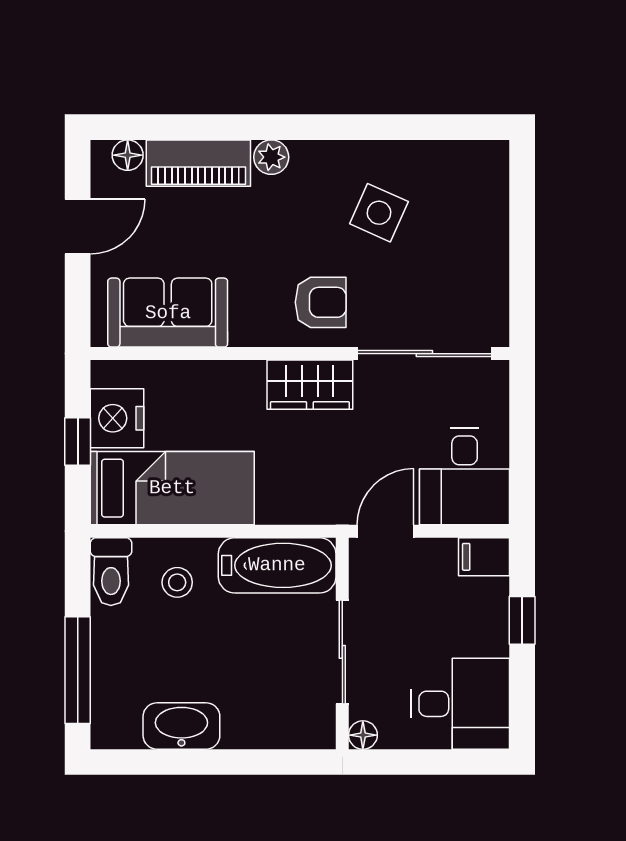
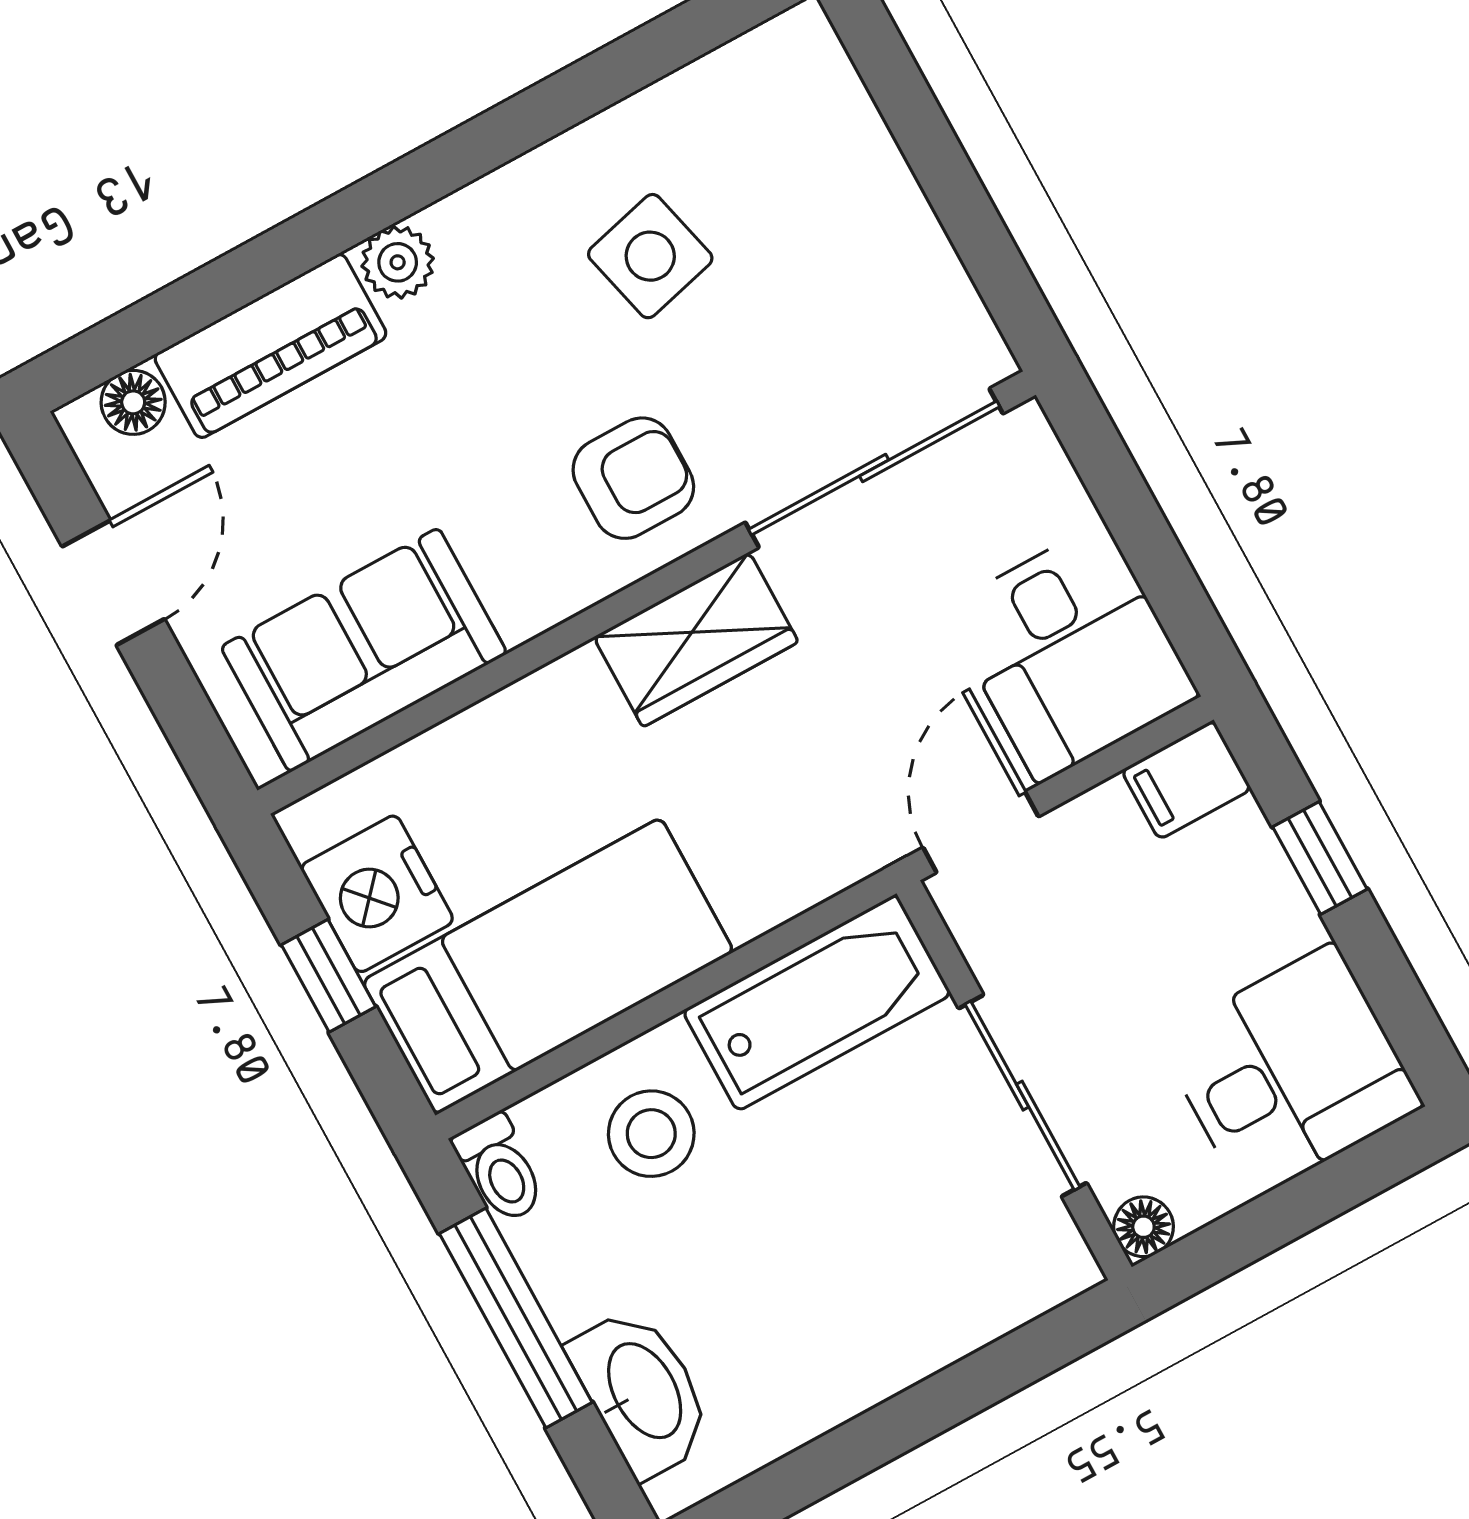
side table: (379, 213) -> (650, 256), turned -38
toilet: (111, 572) -> (500, 1168), width x0.73, depth x0.72
stool: (177, 582) -> (651, 1134), width x1.37, depth x1.37
window: (78, 670) -> (516, 1318), moved
washbasin: (181, 726) -> (642, 1392), moved, turned 90

